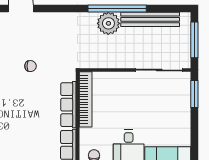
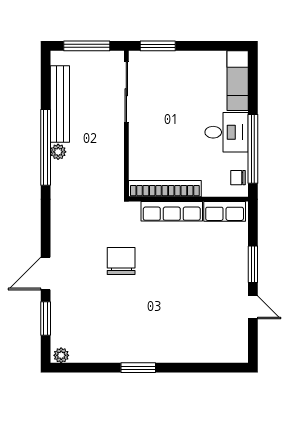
plant: (108, 23) -> (58, 152), width x0.53, depth x0.53
chair: (30, 66) -> (121, 261), width x1.87, depth x1.87

